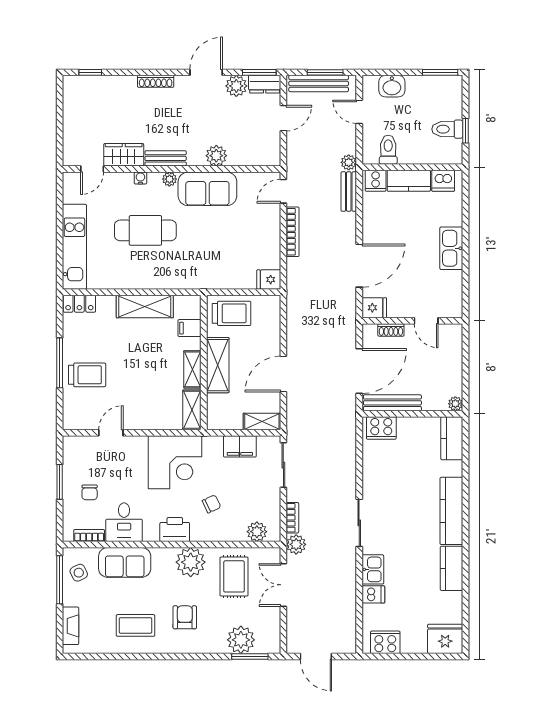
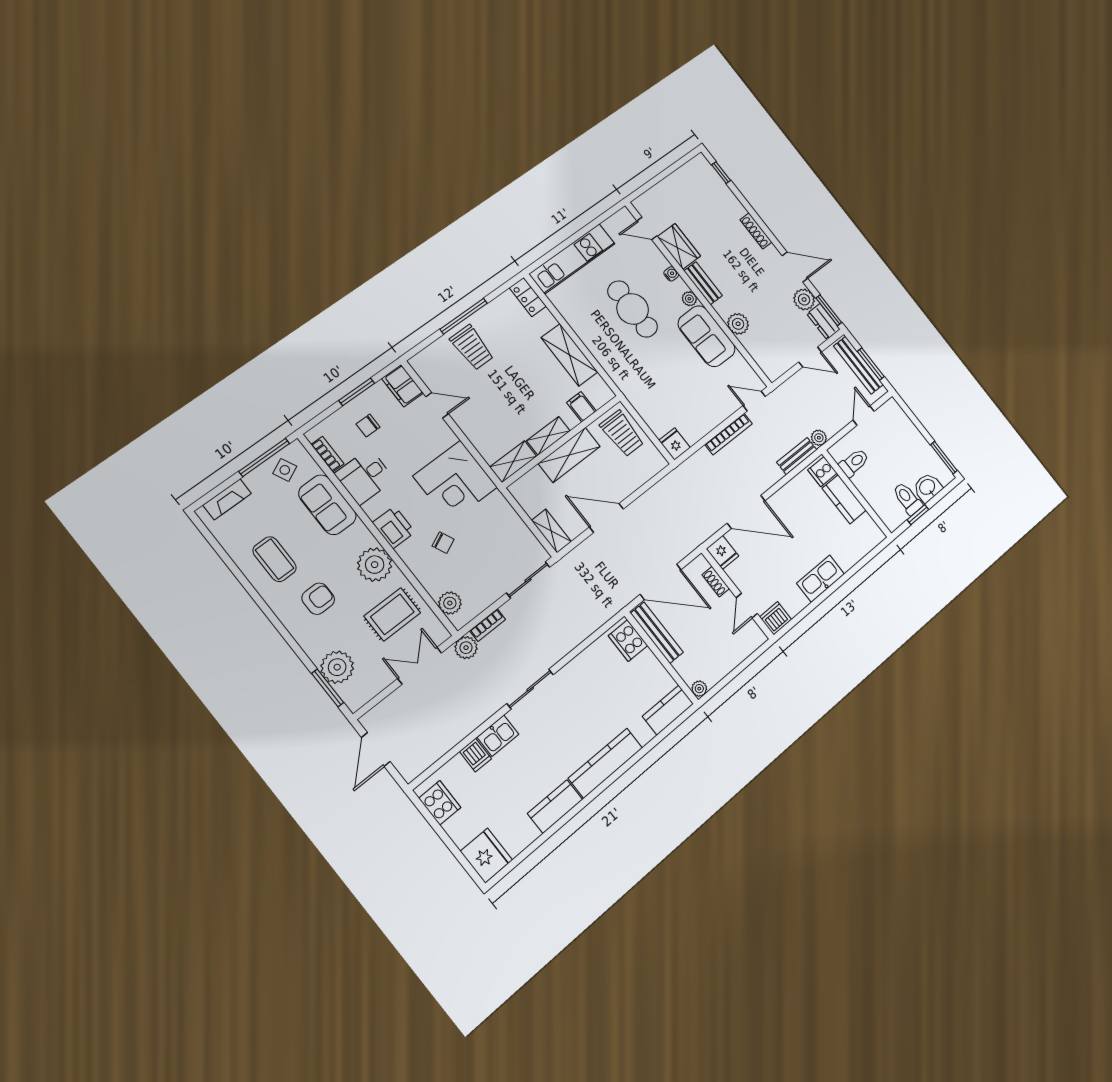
washbasin: (392, 86) -> (928, 487), moved, turned 90
dishwasher: (443, 181) -> (775, 618), moved, turned 90
filing cabinet: (240, 446) -> (403, 386), moved

